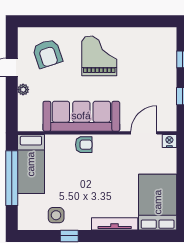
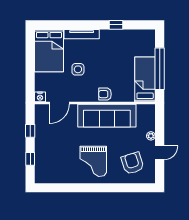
side table: (56, 215) -> (78, 69), moved

